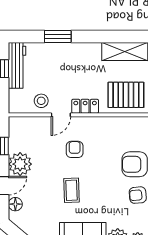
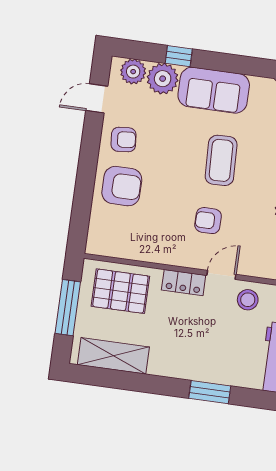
armchair: (75, 149) -> (208, 221), turned 90
coffee table: (72, 190) -> (221, 160), width x1.36, depth x1.30

